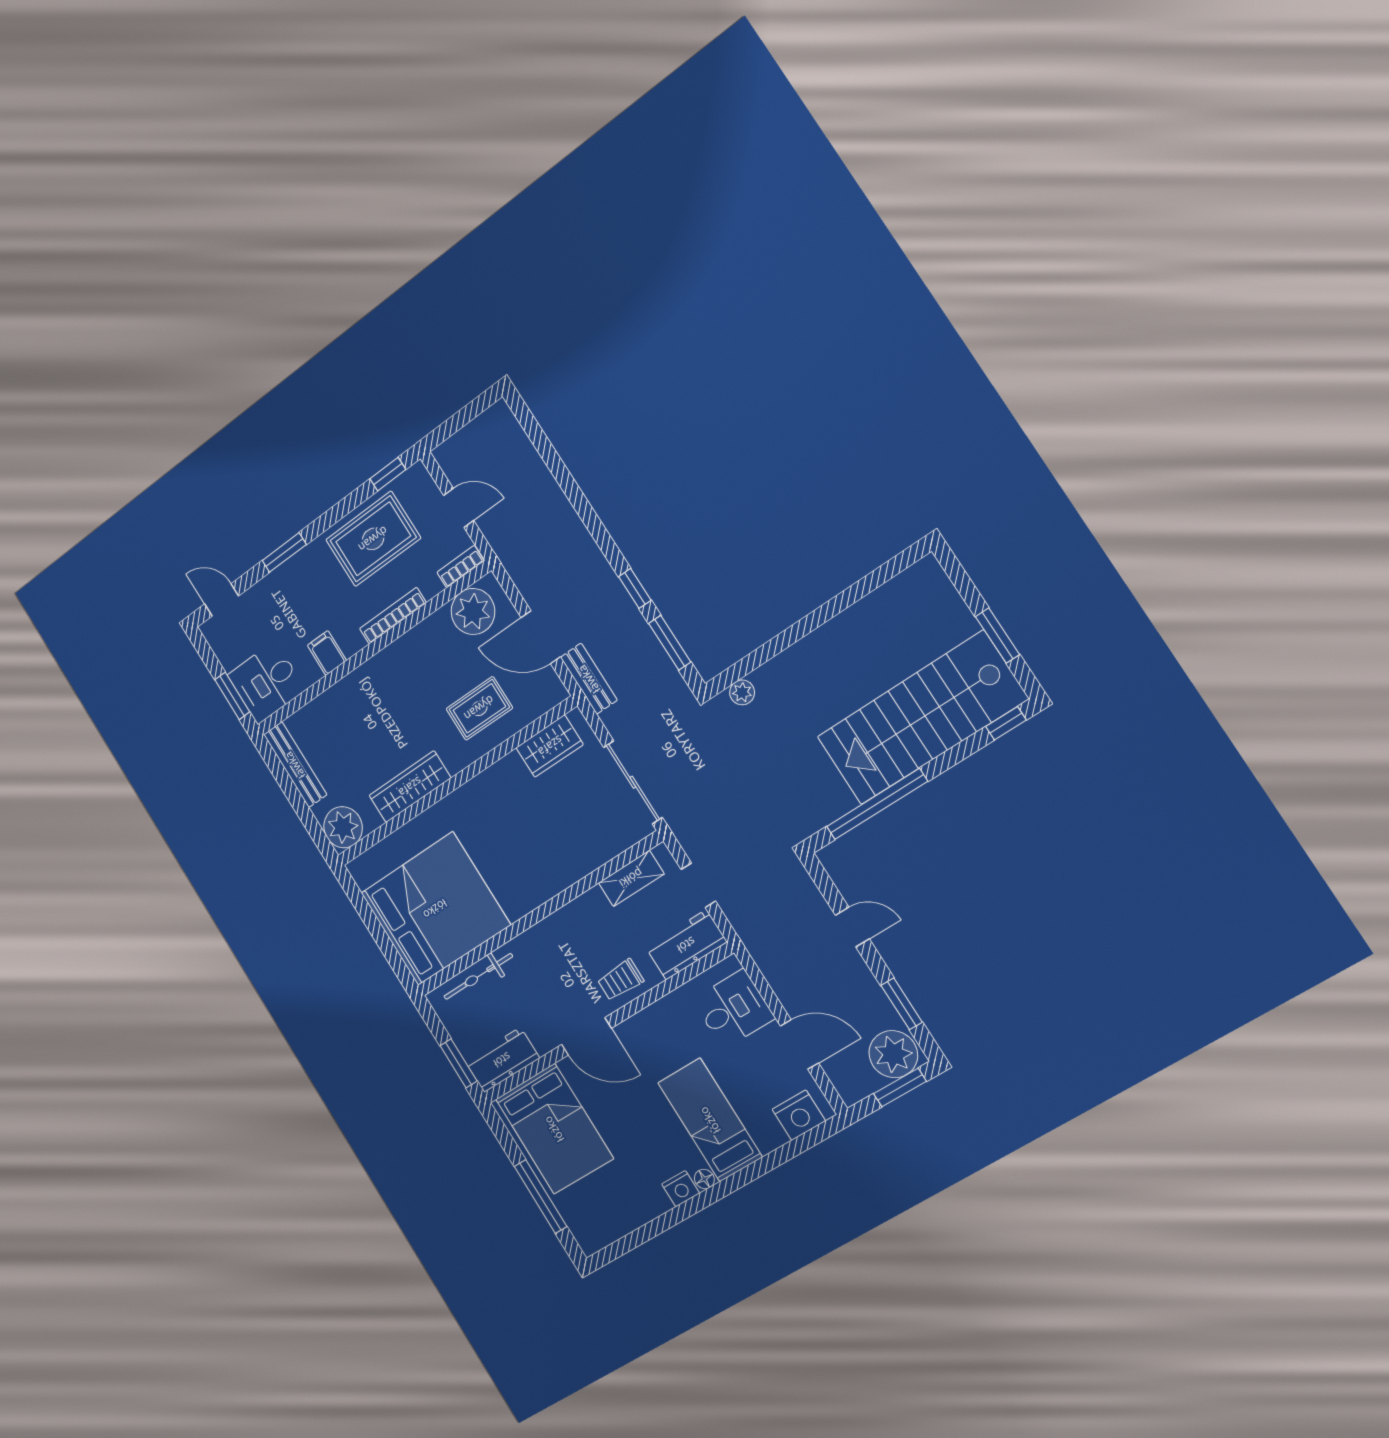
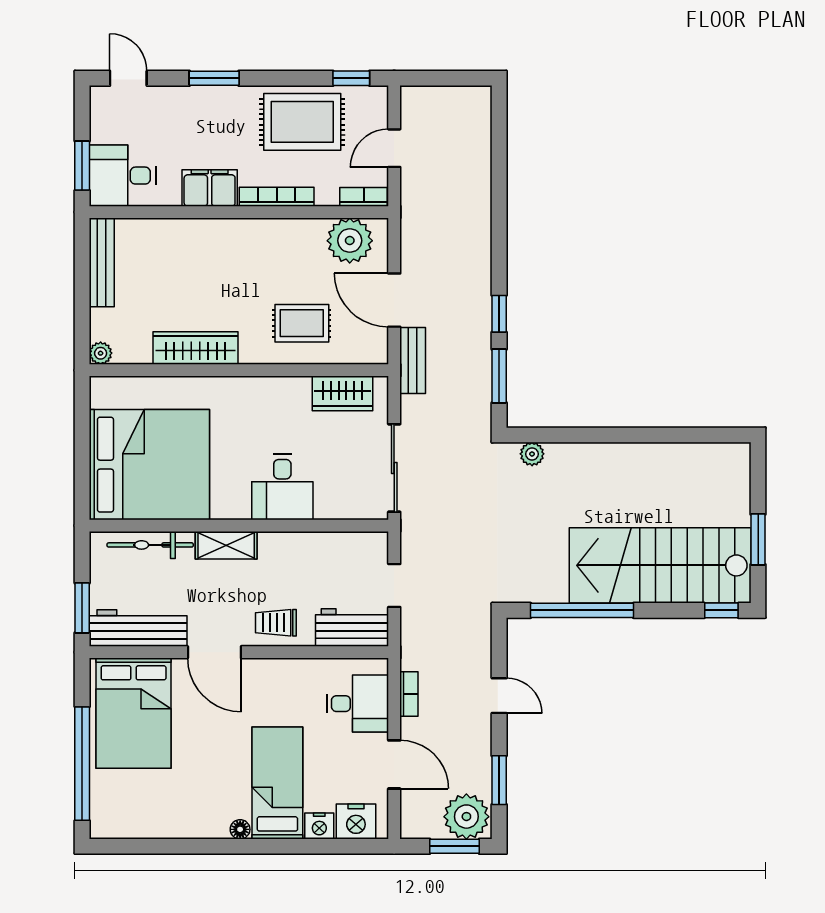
door: (459, 508) -> (394, 148), swing flipped
filing cabinet: (327, 653) -> (210, 188), width x2.00
plant: (343, 827) -> (101, 353), width x0.53, depth x0.53
desk: (552, 859) -> (282, 487), added
shelving: (631, 878) -> (226, 545), moved
bookcase: (772, 974) -> (409, 694), added
workbench: (502, 1060) -> (138, 628), width x1.38
nightstand: (681, 1189) -> (319, 826), moved
window: (540, 1197) -> (82, 764), width x1.46

